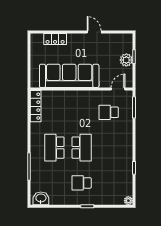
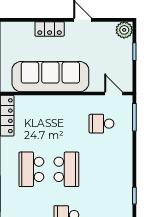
locker: (55, 39) -> (50, 29), moved
plant: (126, 60) -> (124, 30), moved
door: (118, 89) -> (113, 93), hinge flipped

